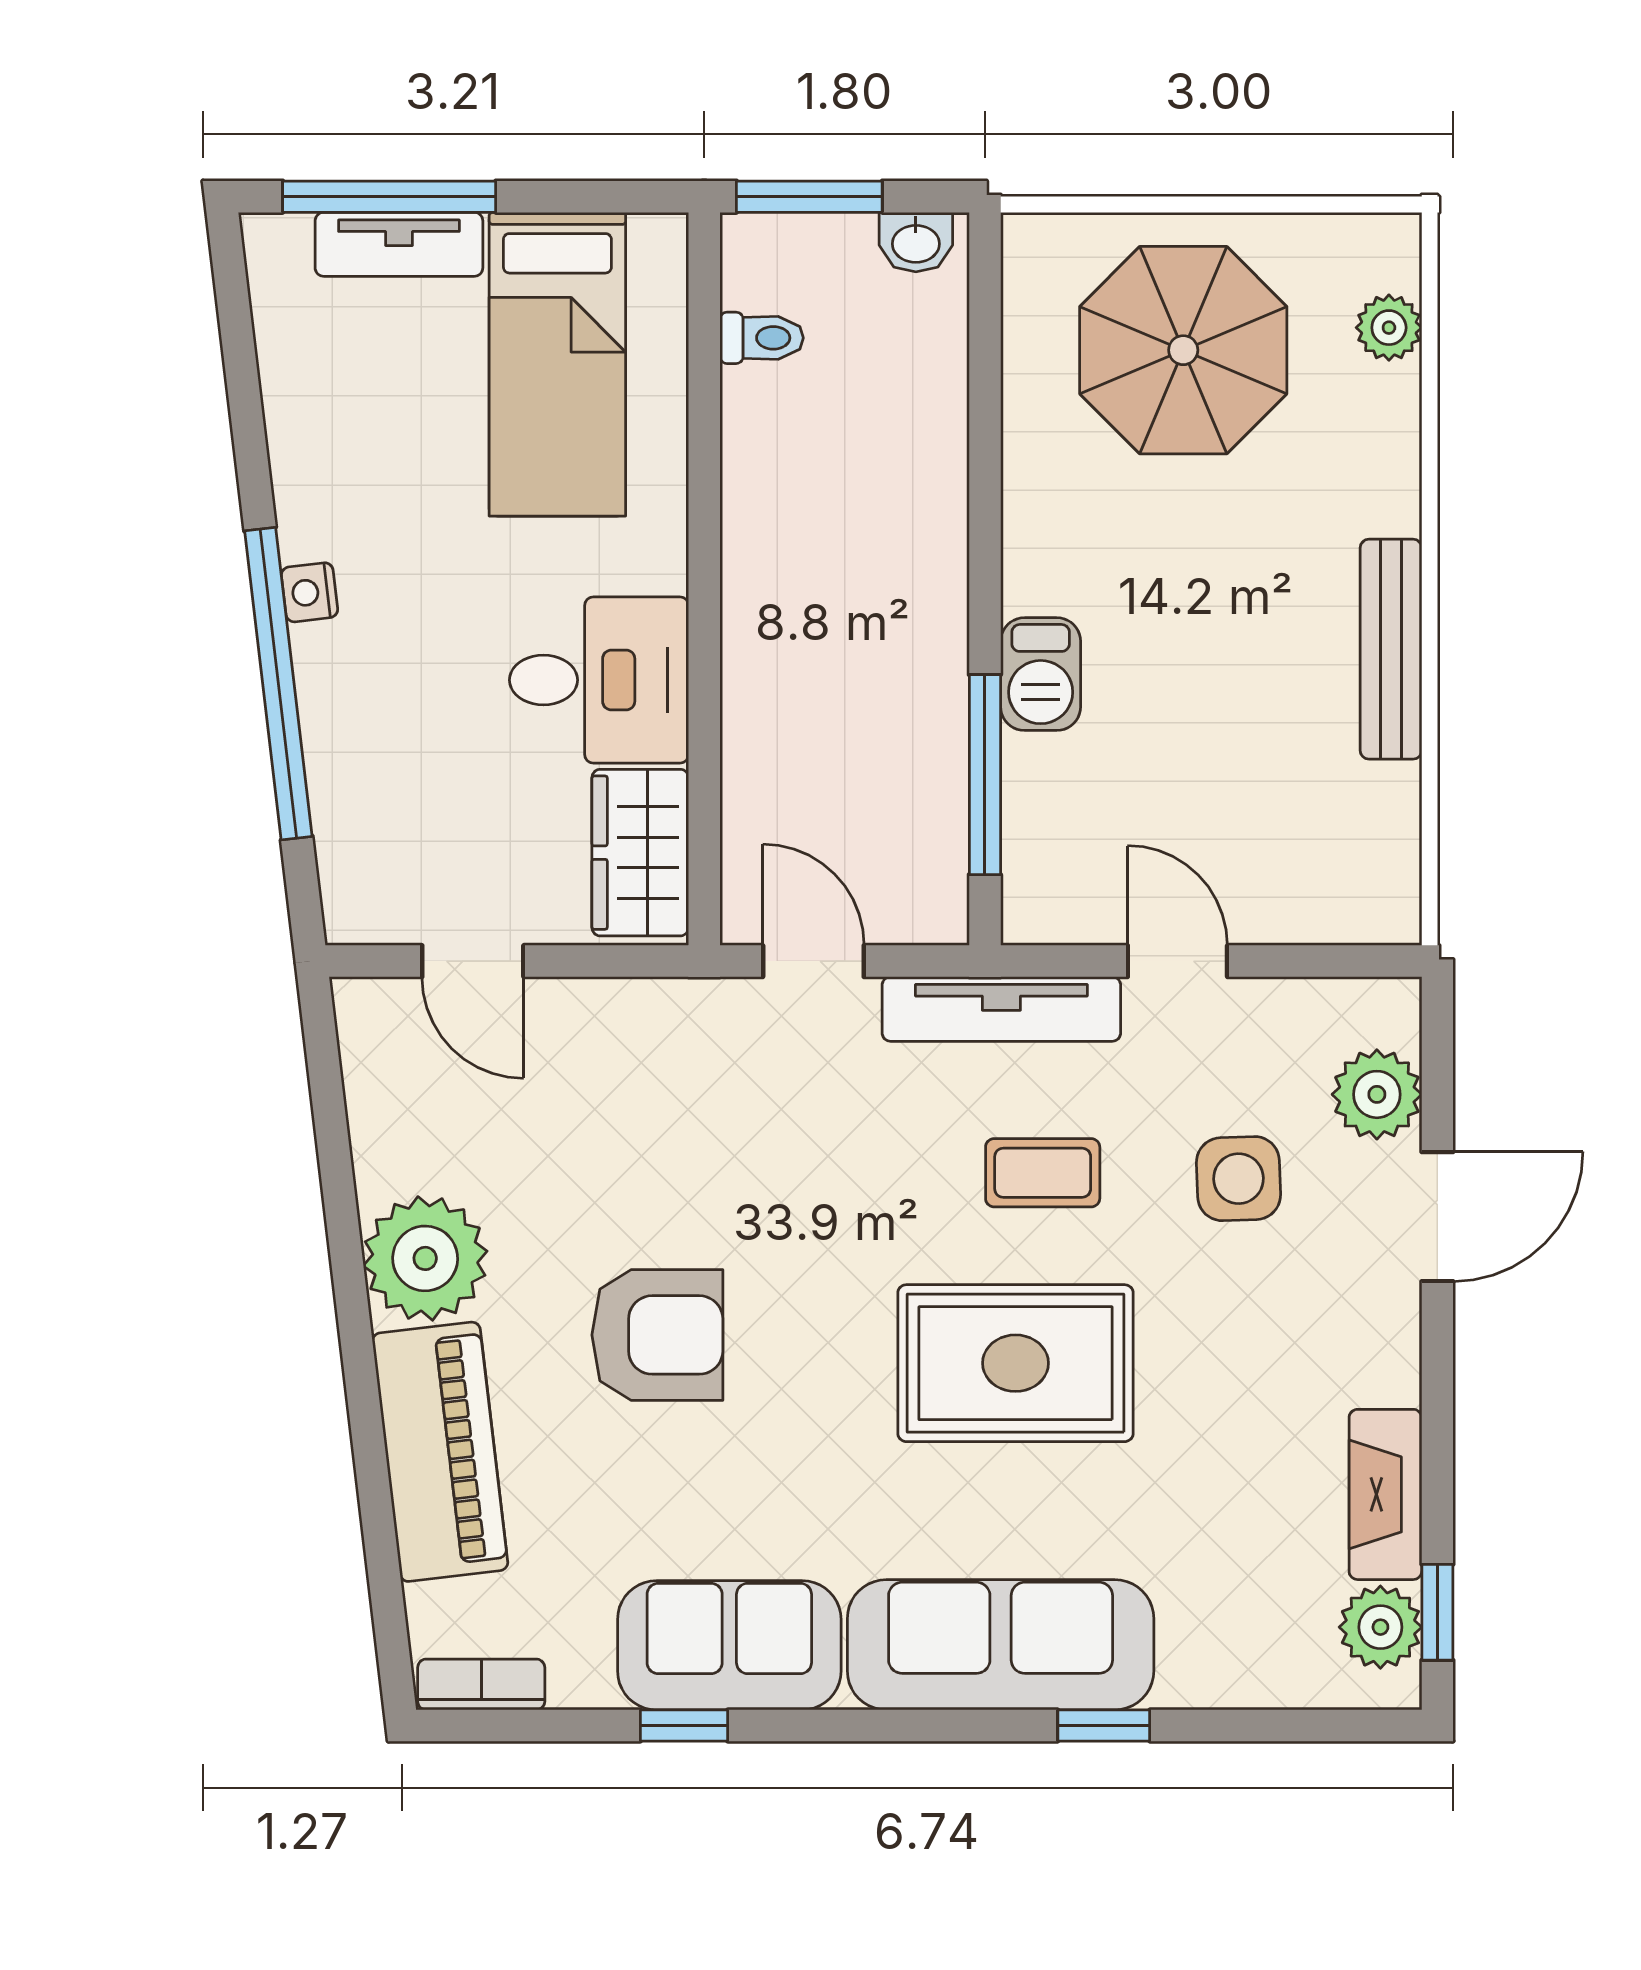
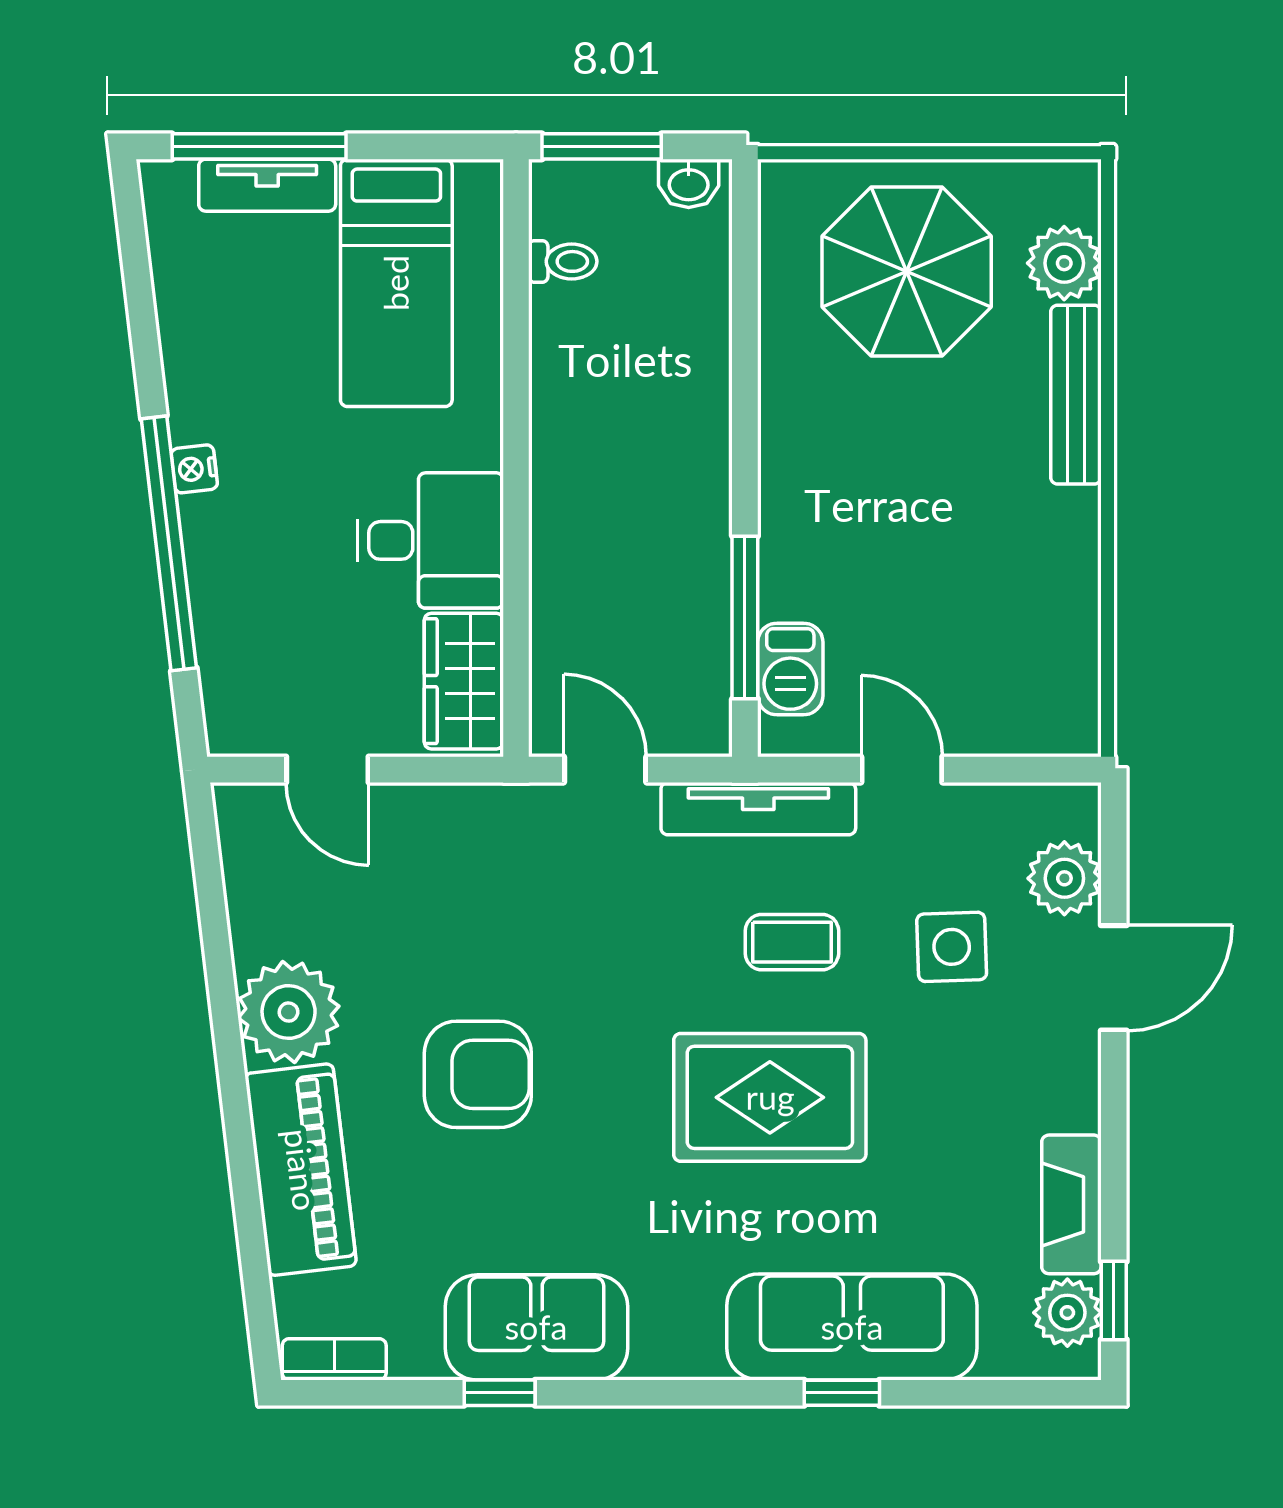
plant: (1389, 328) -> (1064, 263), width x1.38, depth x1.38
bench: (1391, 649) -> (1076, 395), moved
barbecue: (1041, 674) -> (790, 669), moved
sofa: (1001, 1645) -> (852, 1327), moved

